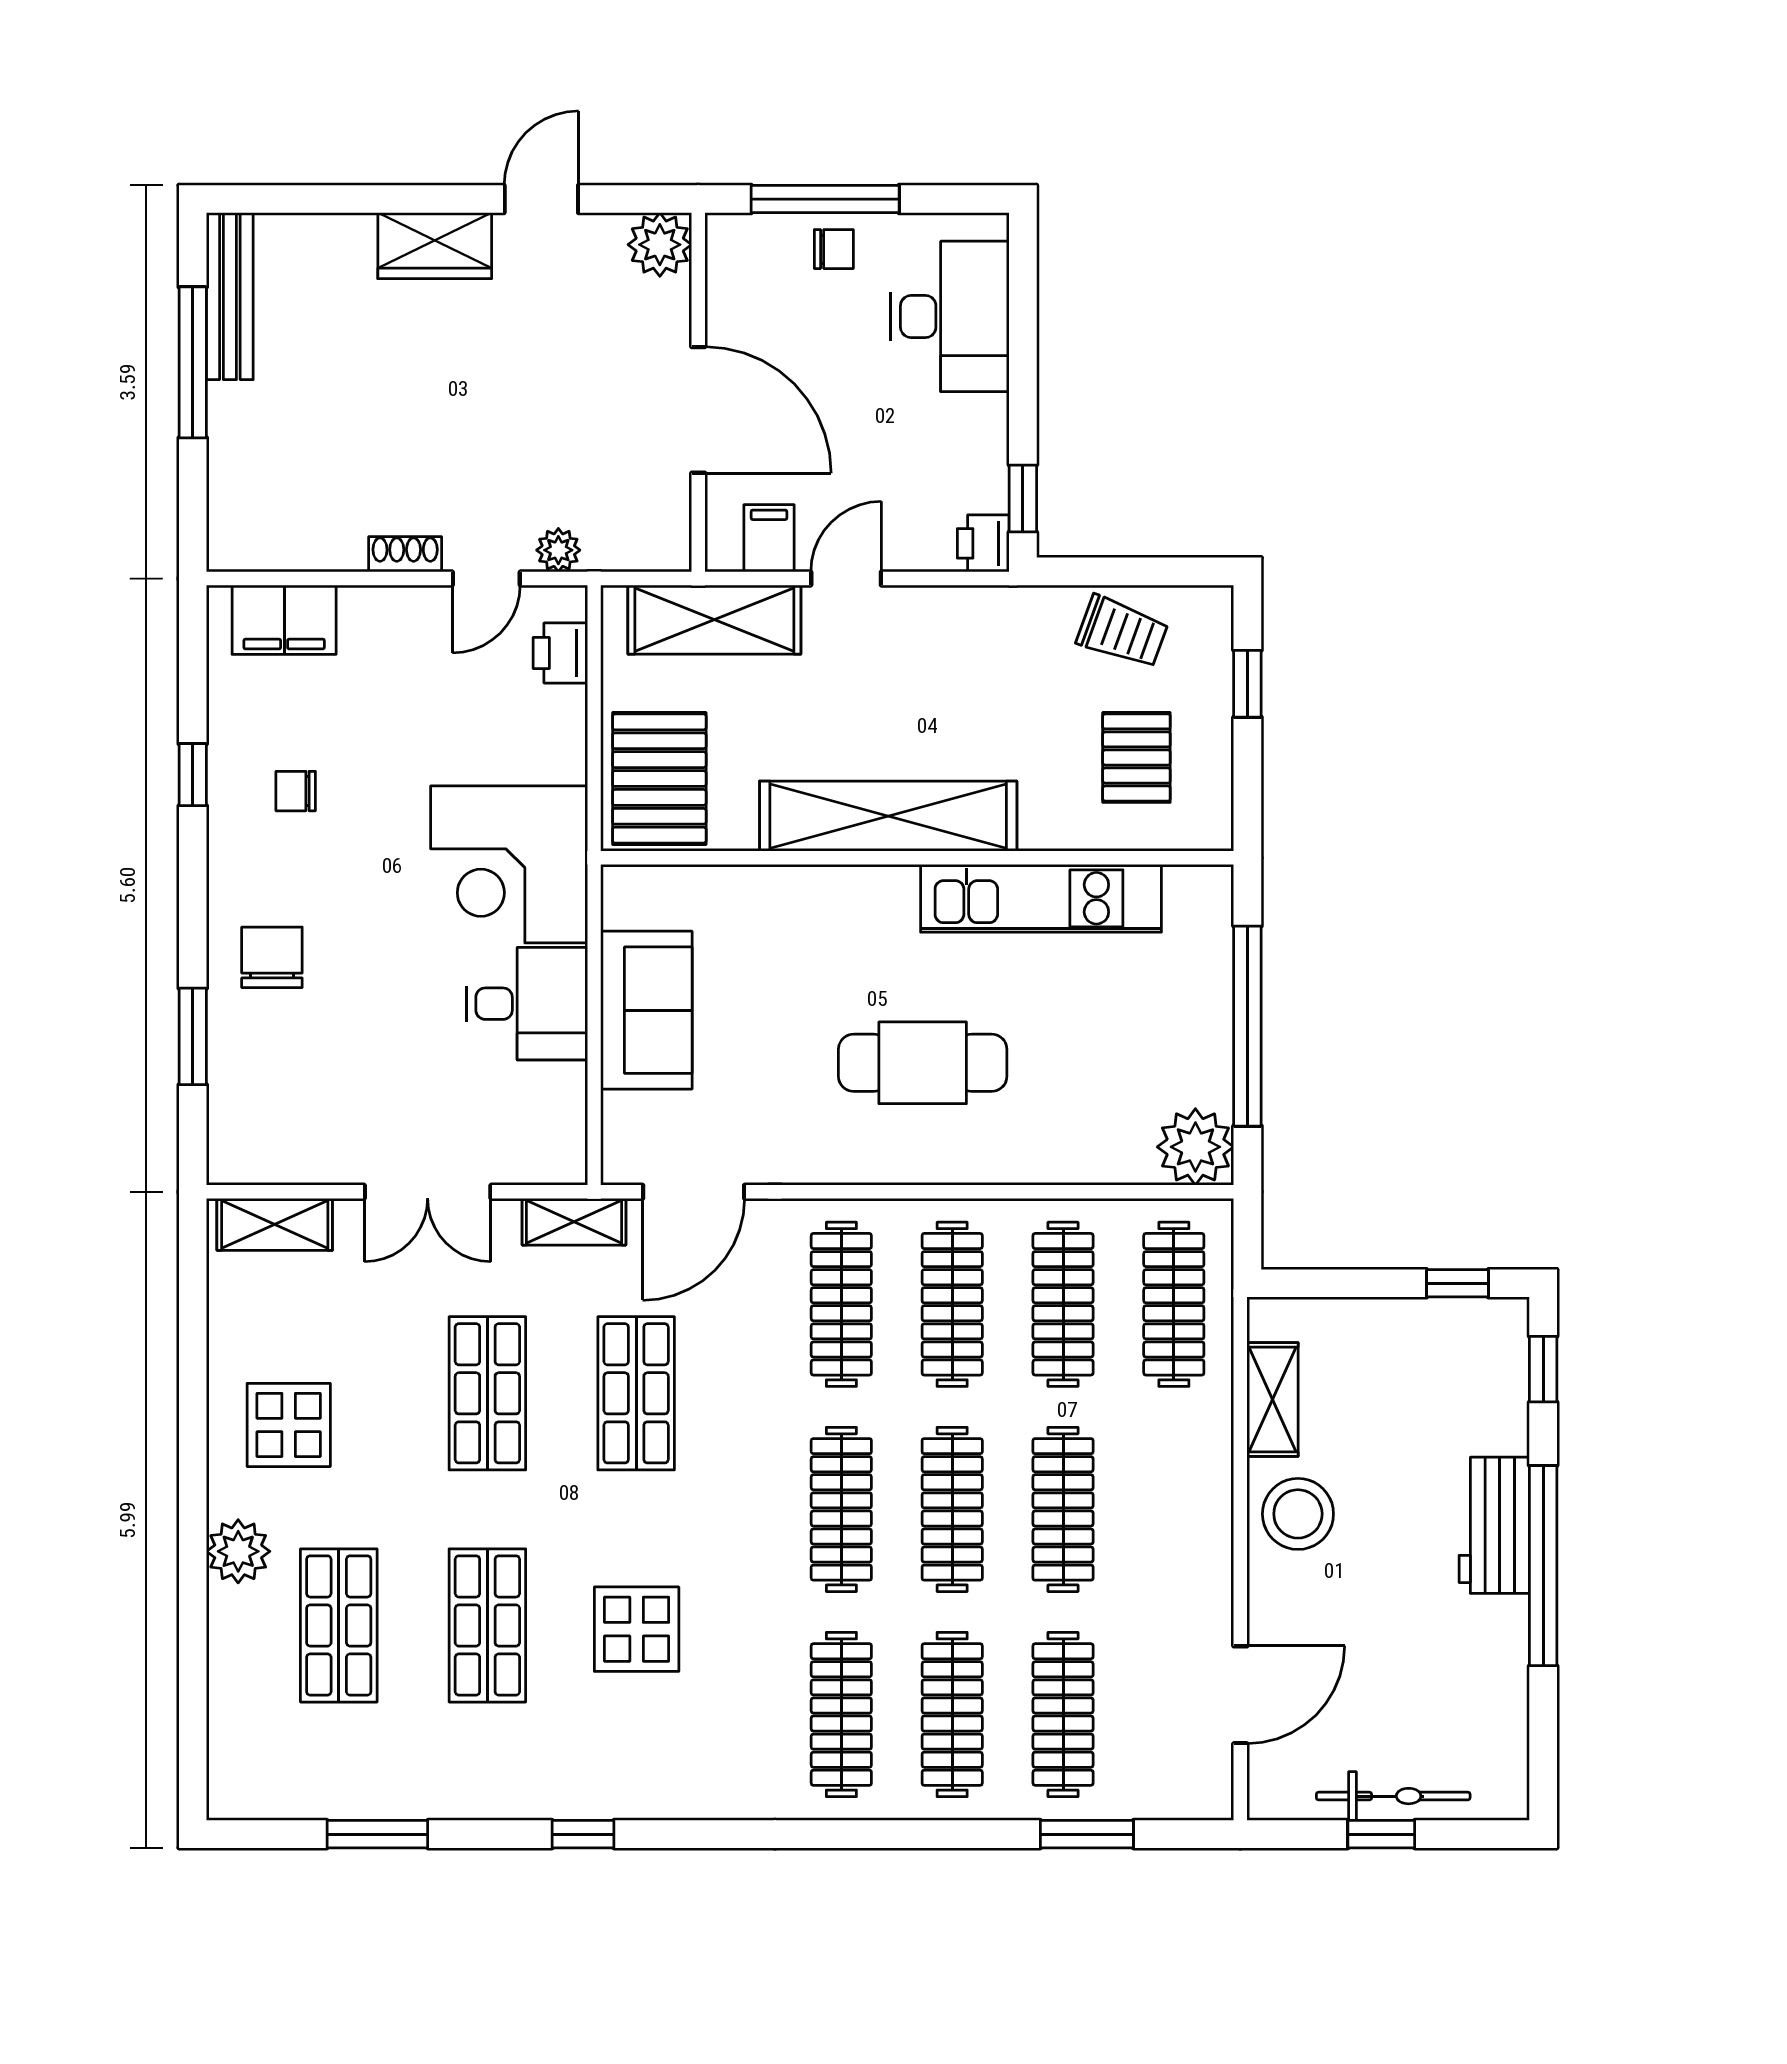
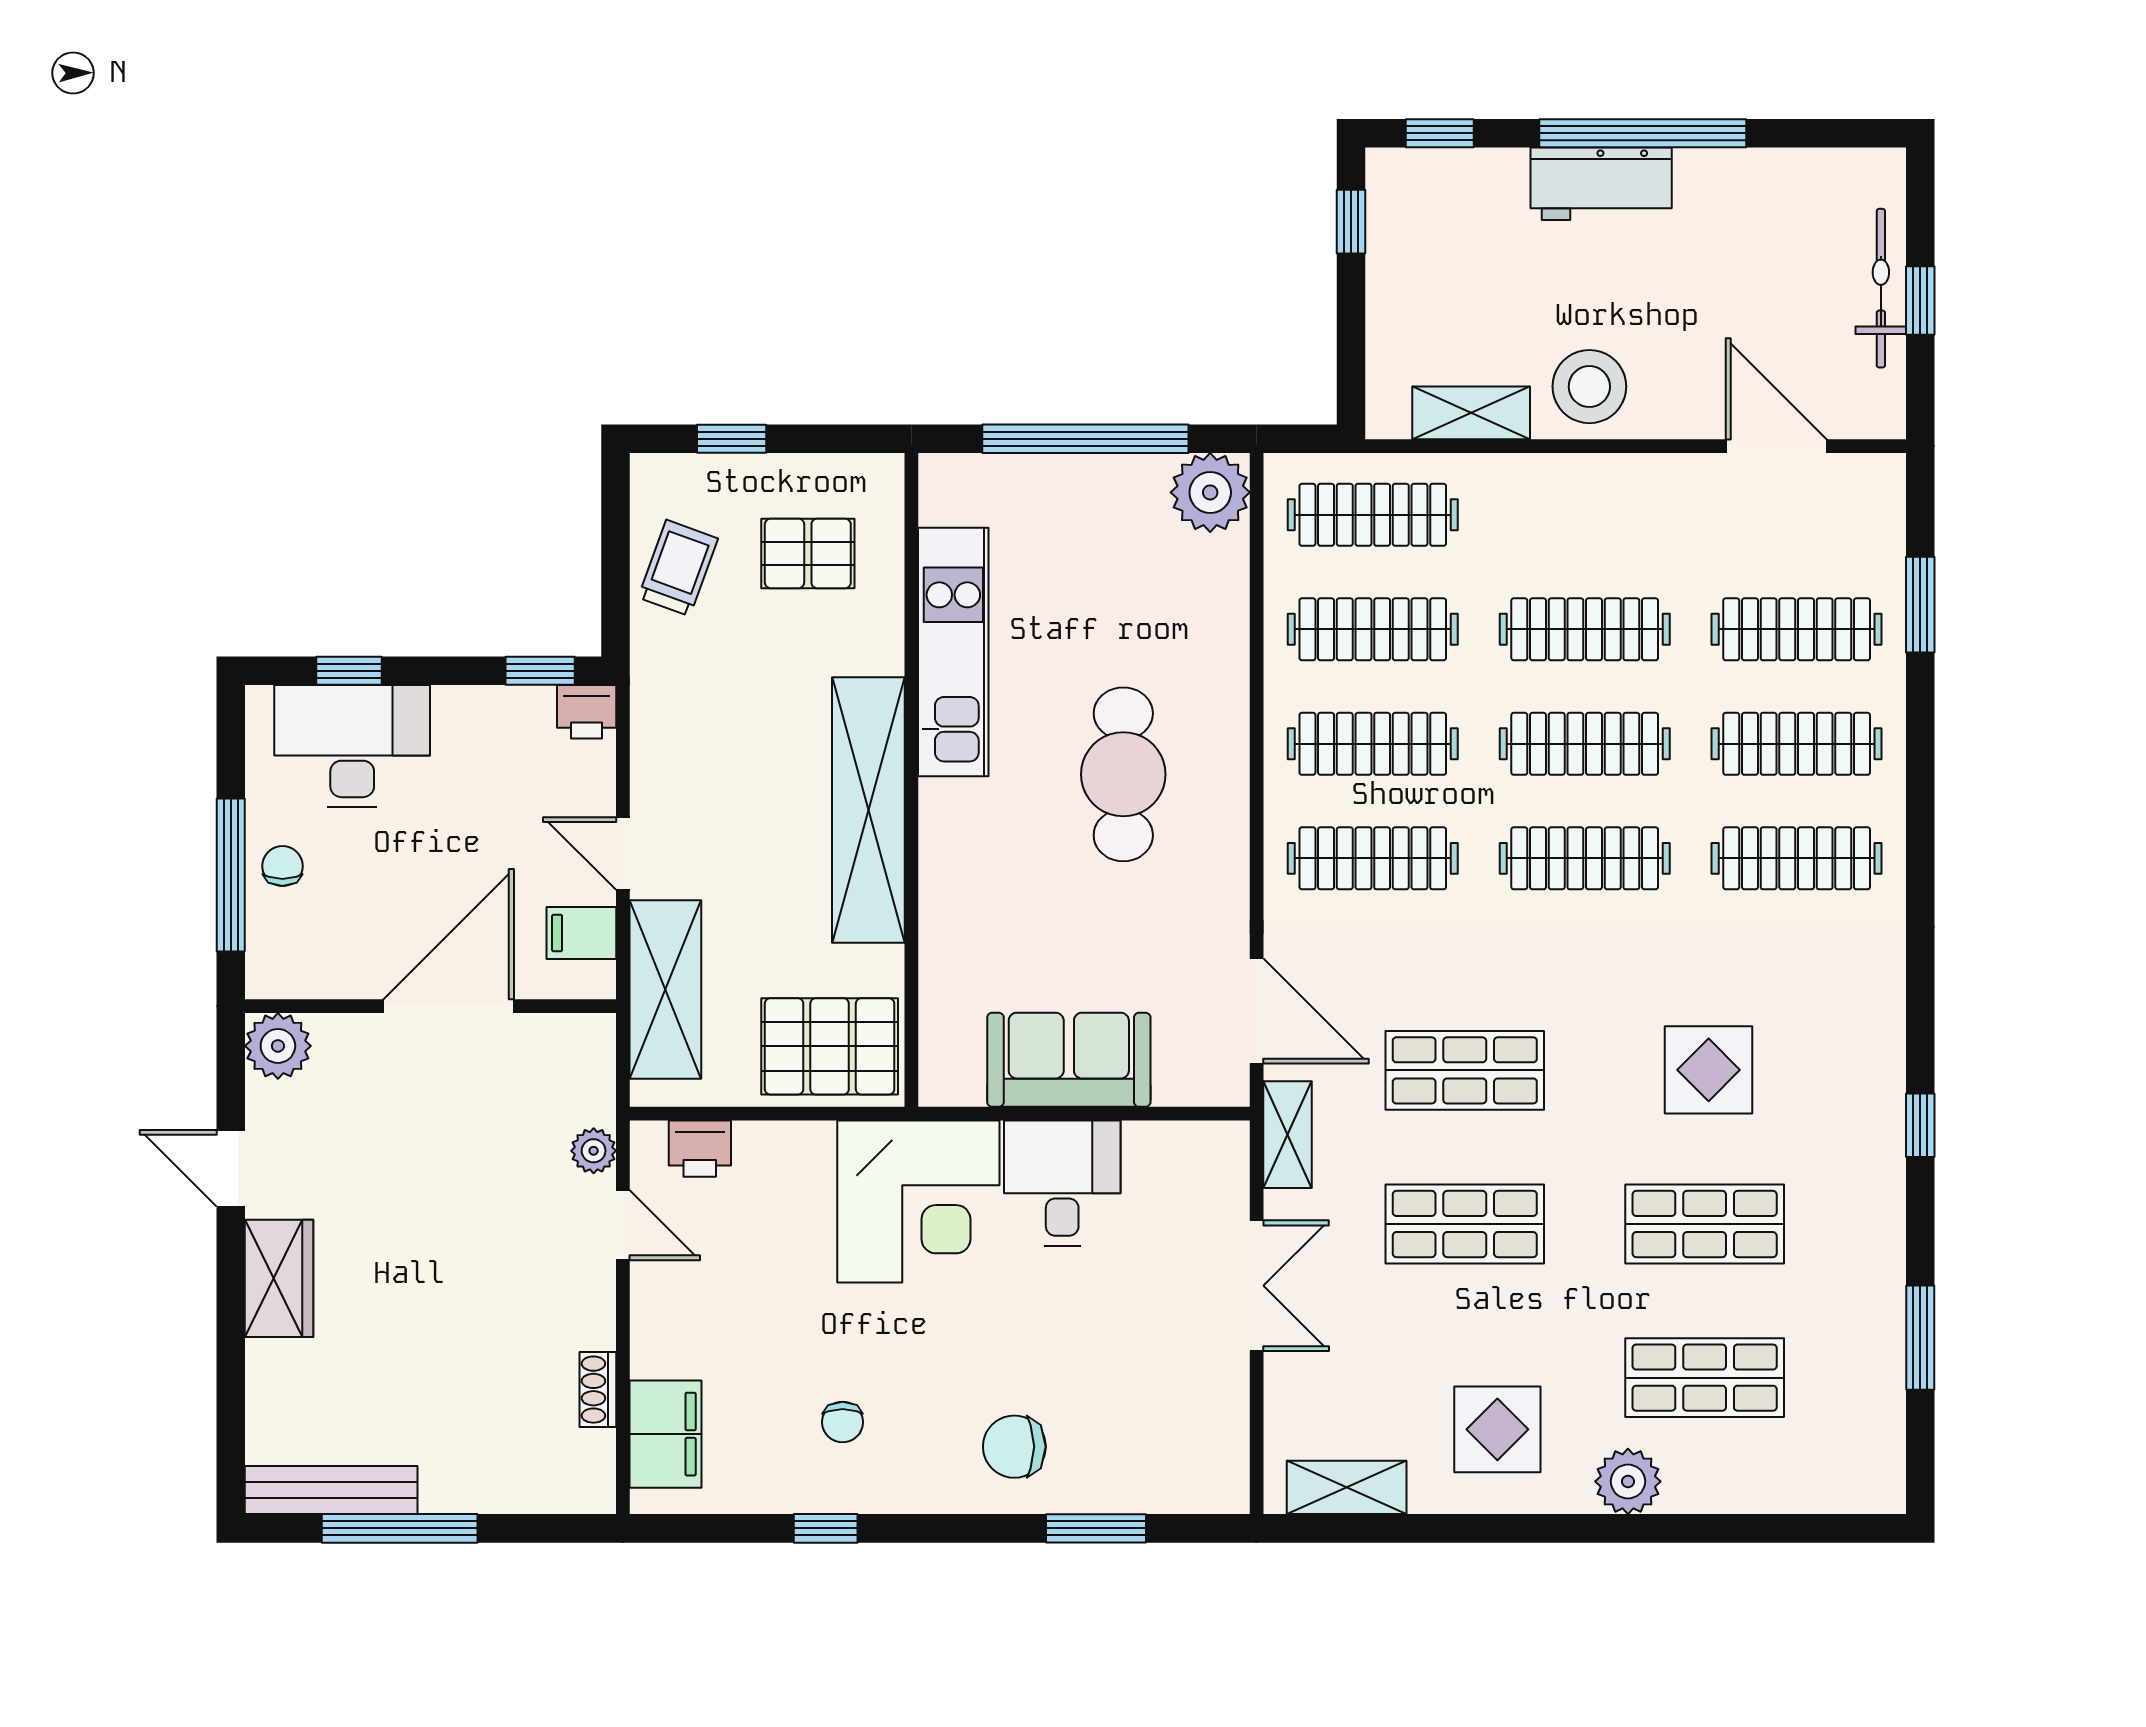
window: (1023, 313) -> (349, 671), added
shoe rack: (405, 554) -> (598, 1390), moved
shelving: (275, 1224) -> (1347, 1487), moved, turned 90

